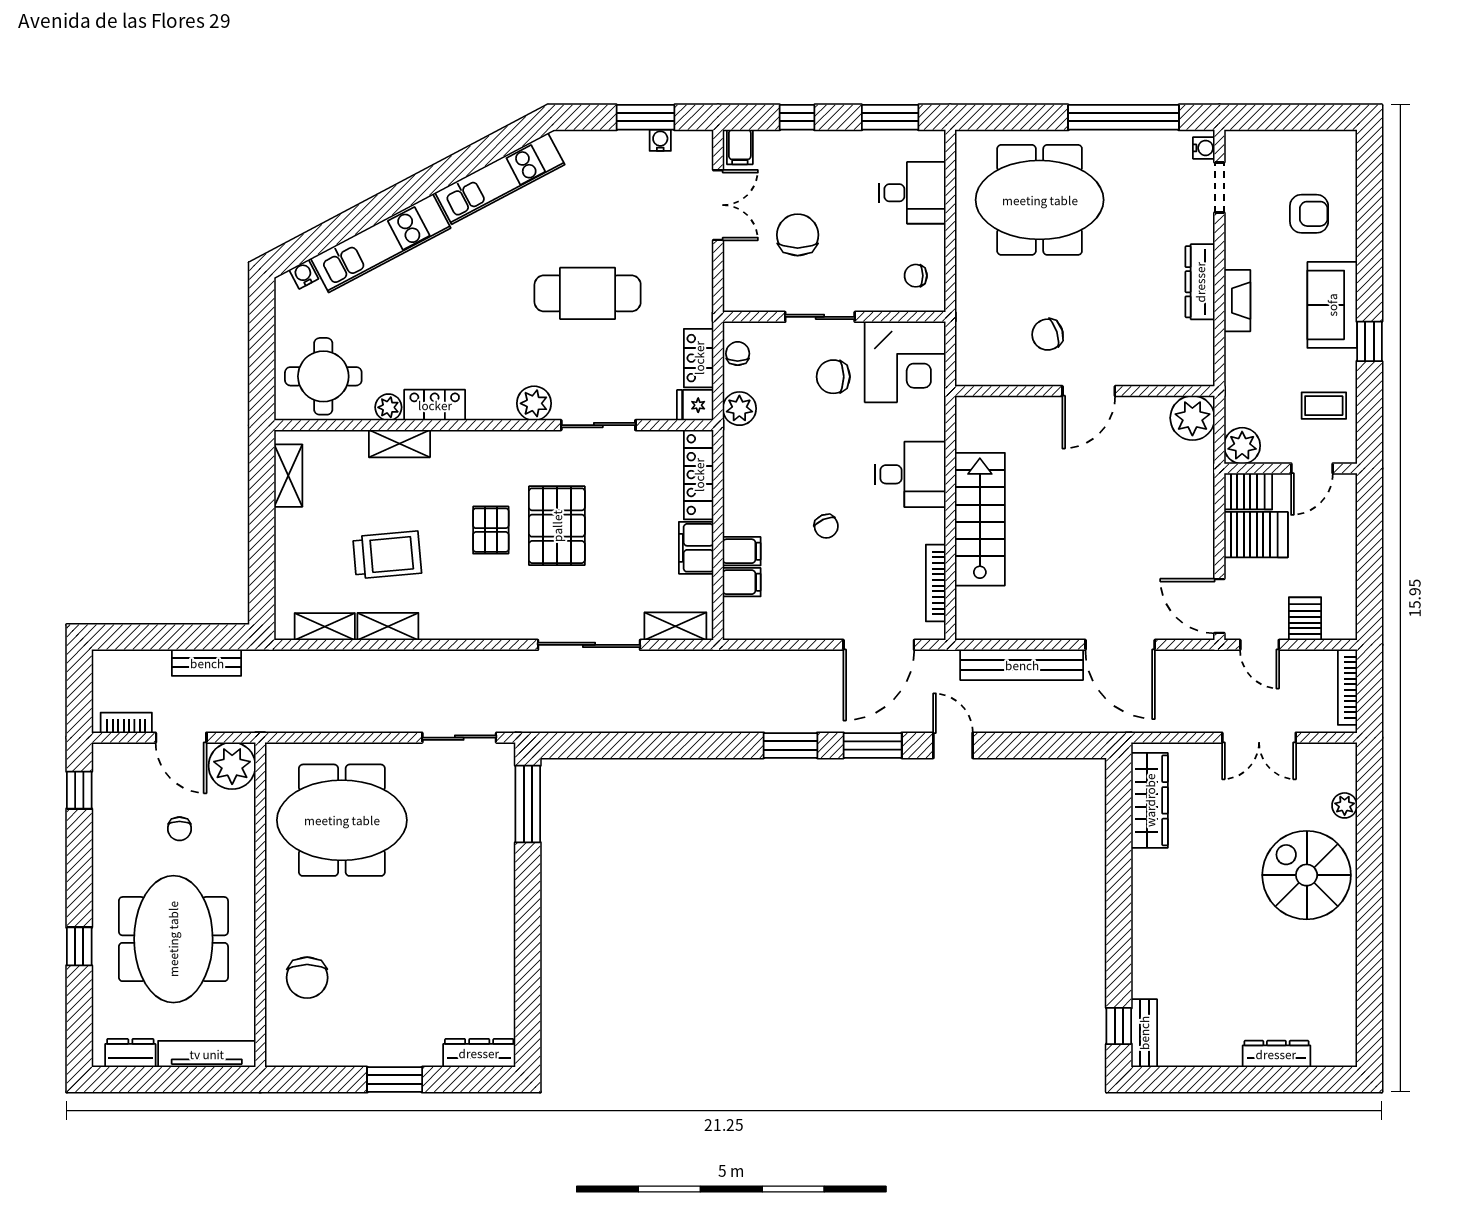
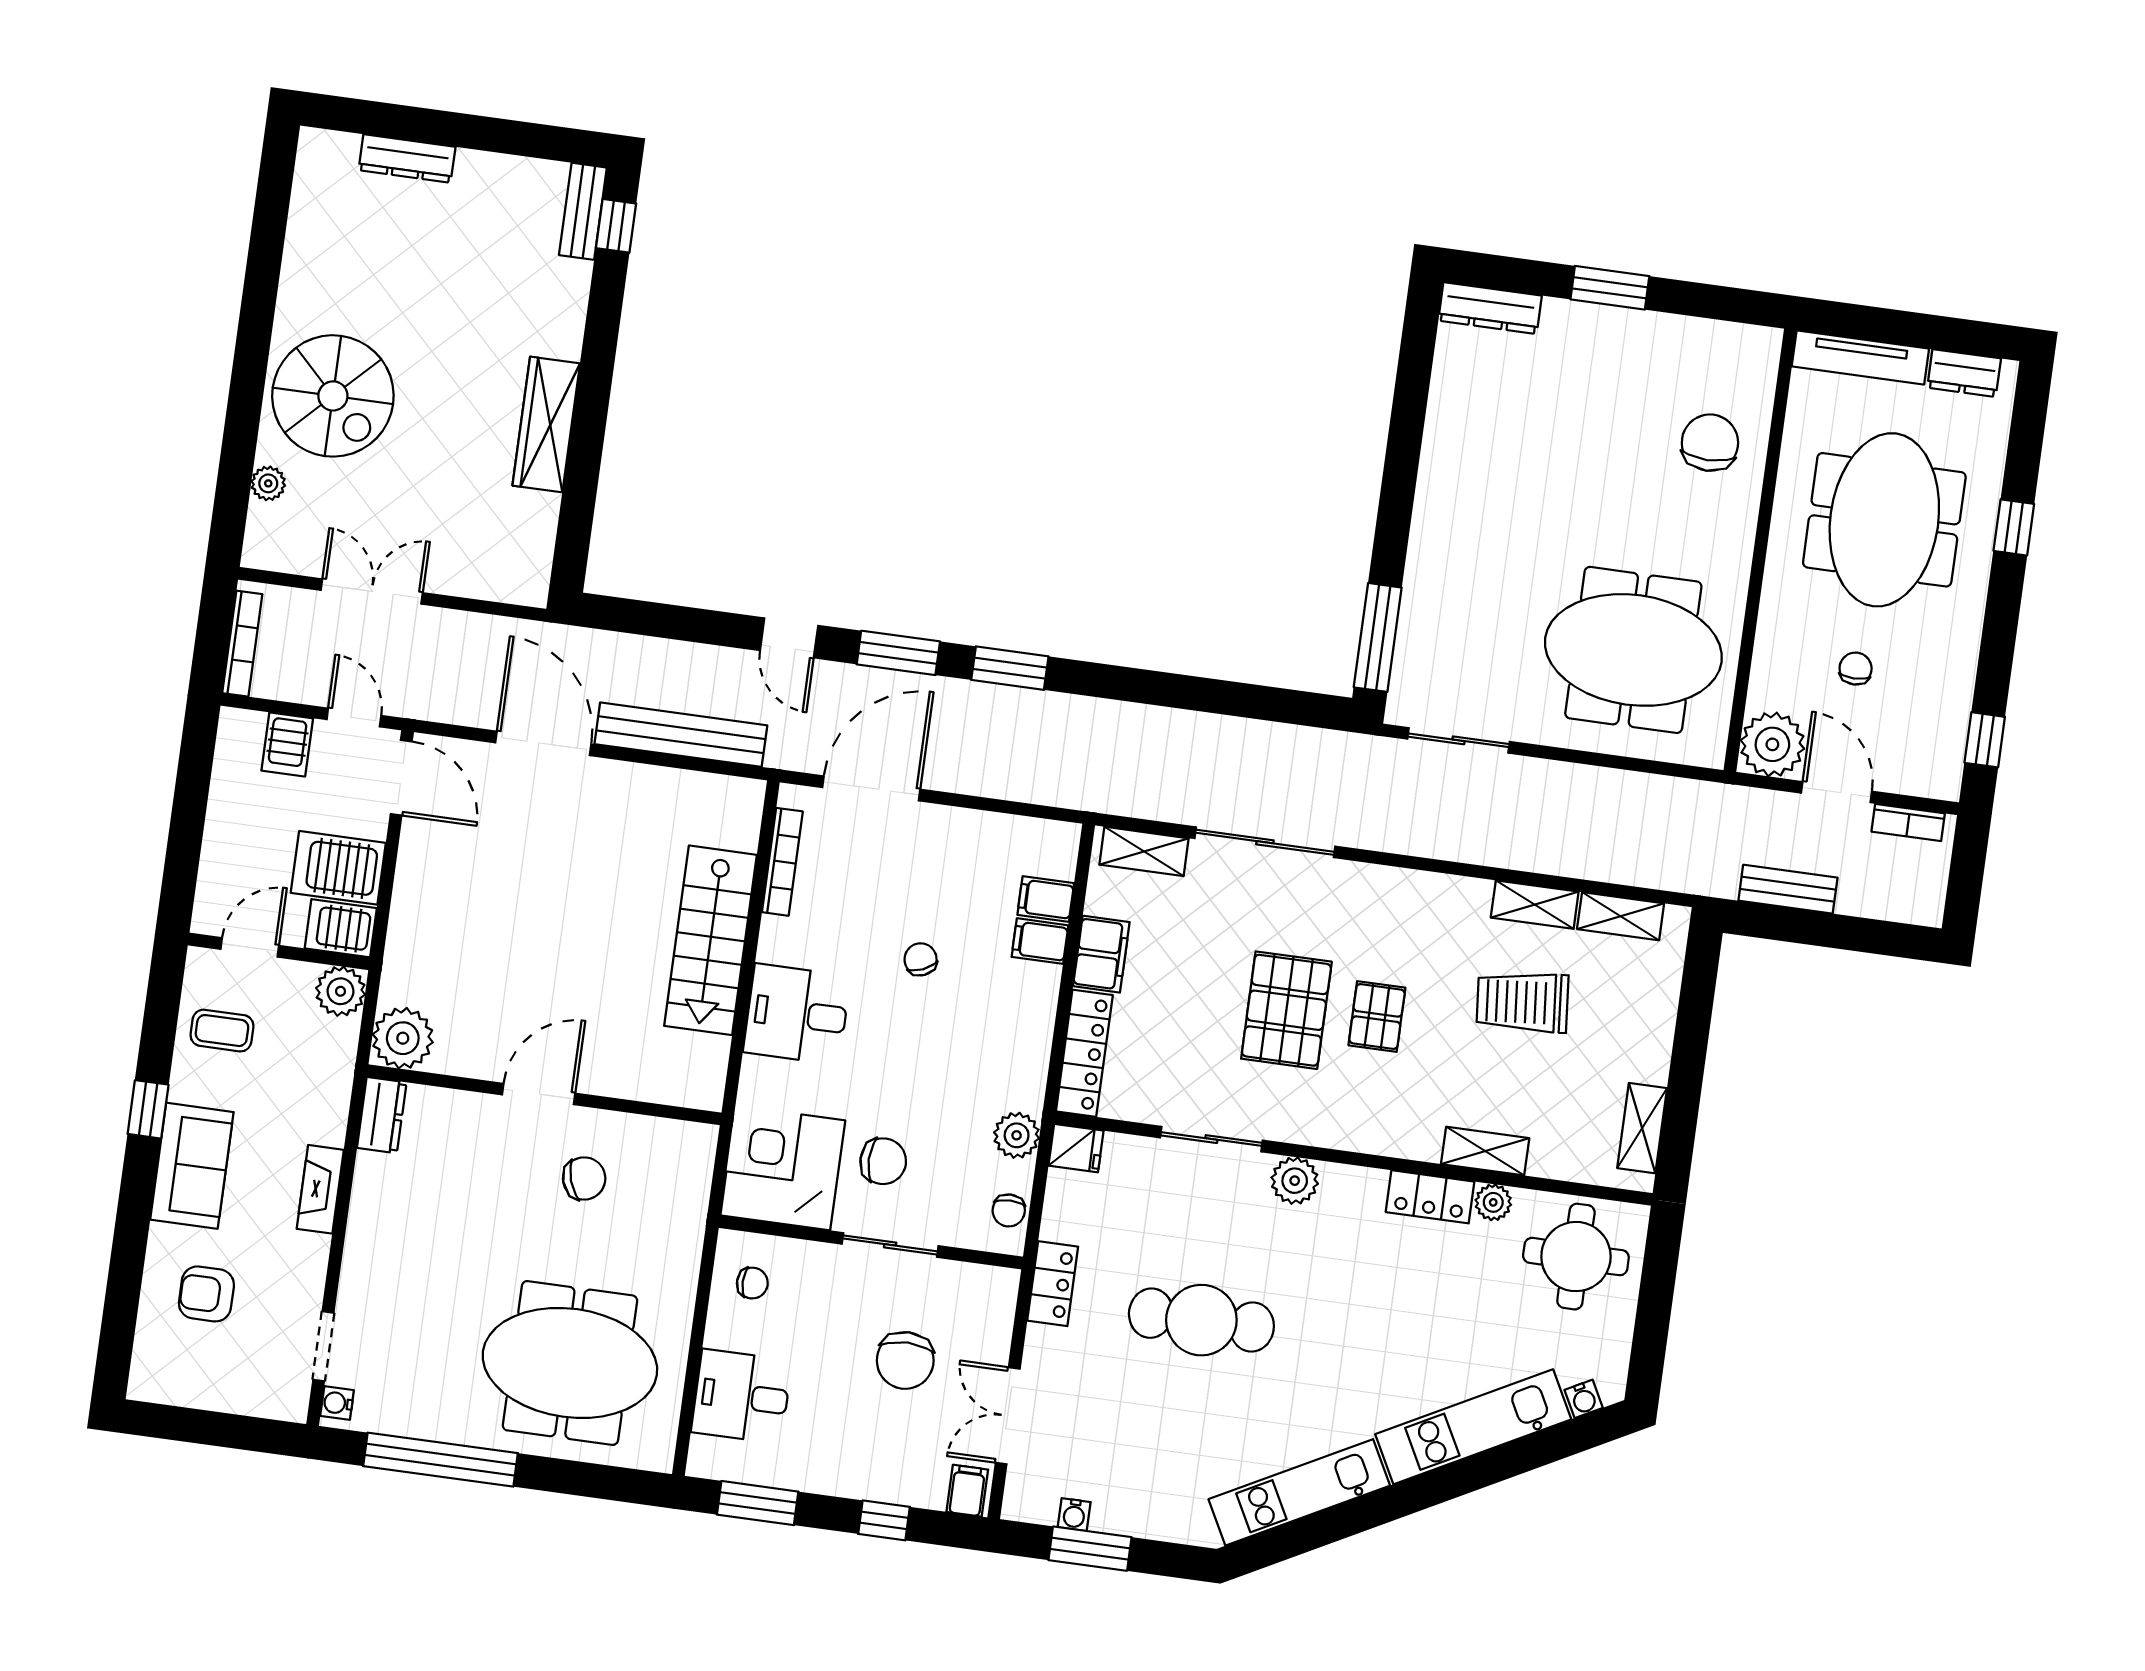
dresser: (1200, 282) -> (382, 1115), moved, width x0.70
locker: (699, 358) -> (1053, 1284), moved
wardrobe: (1150, 800) -> (546, 424), moved

